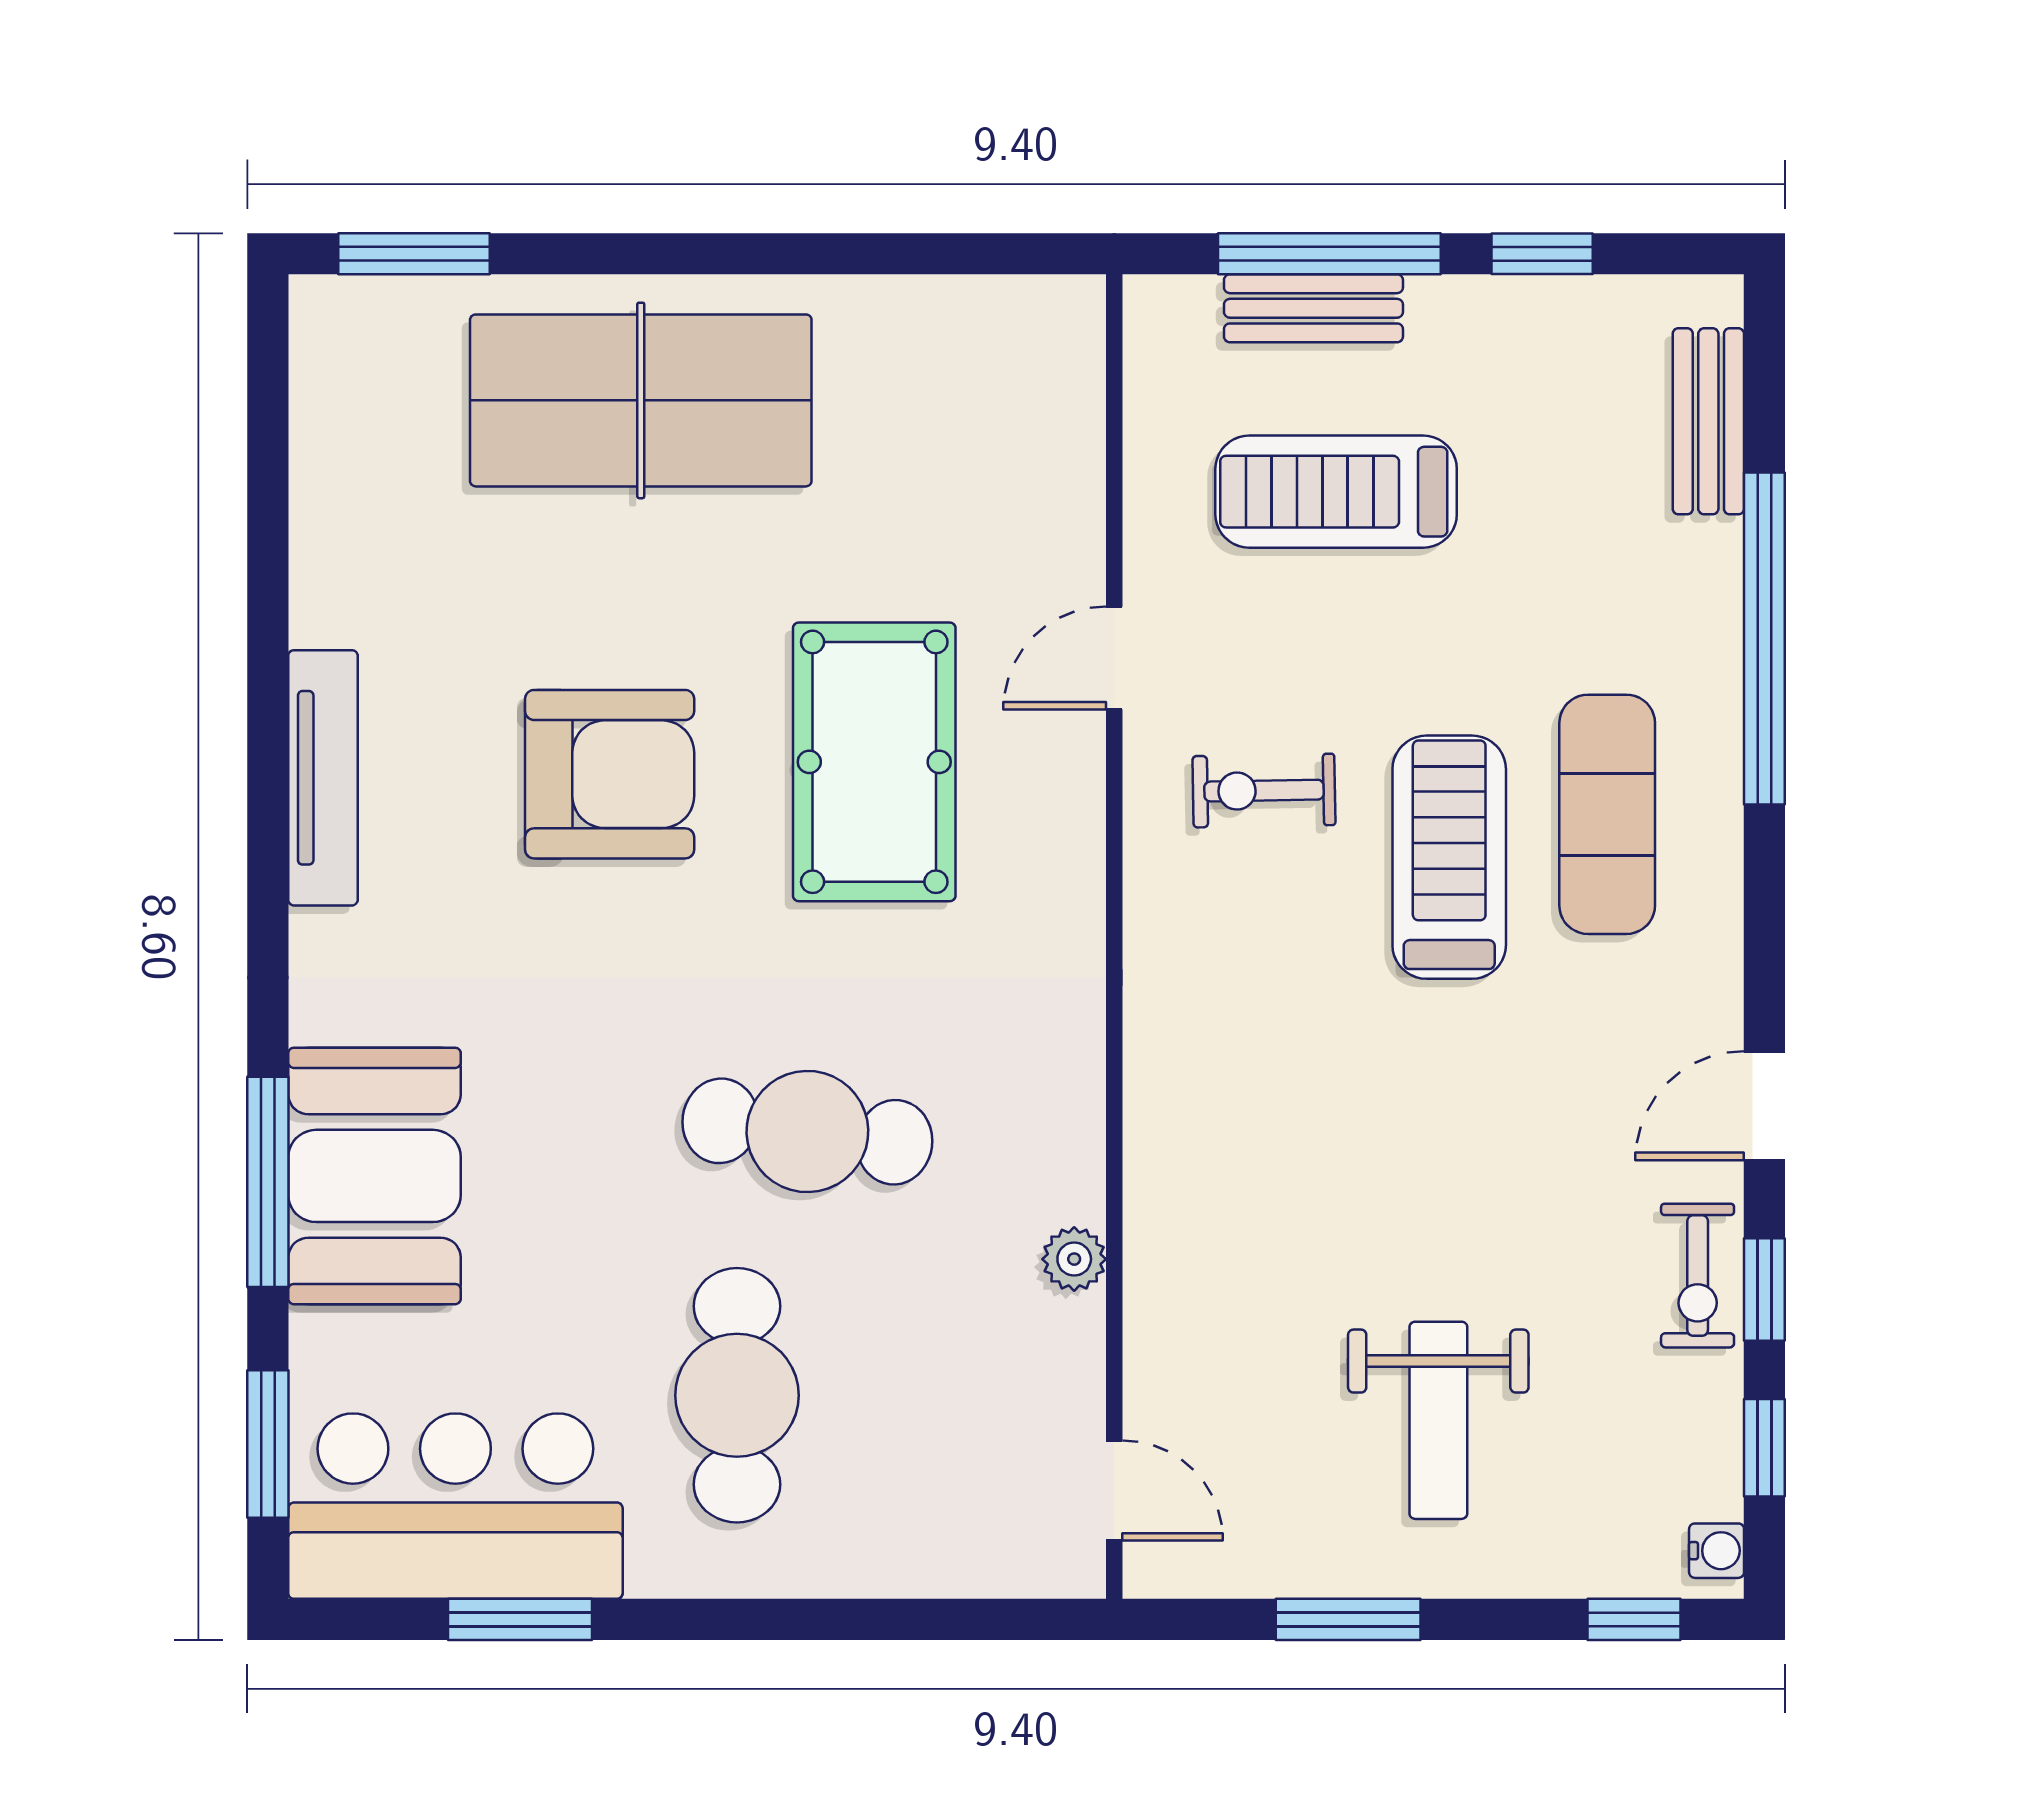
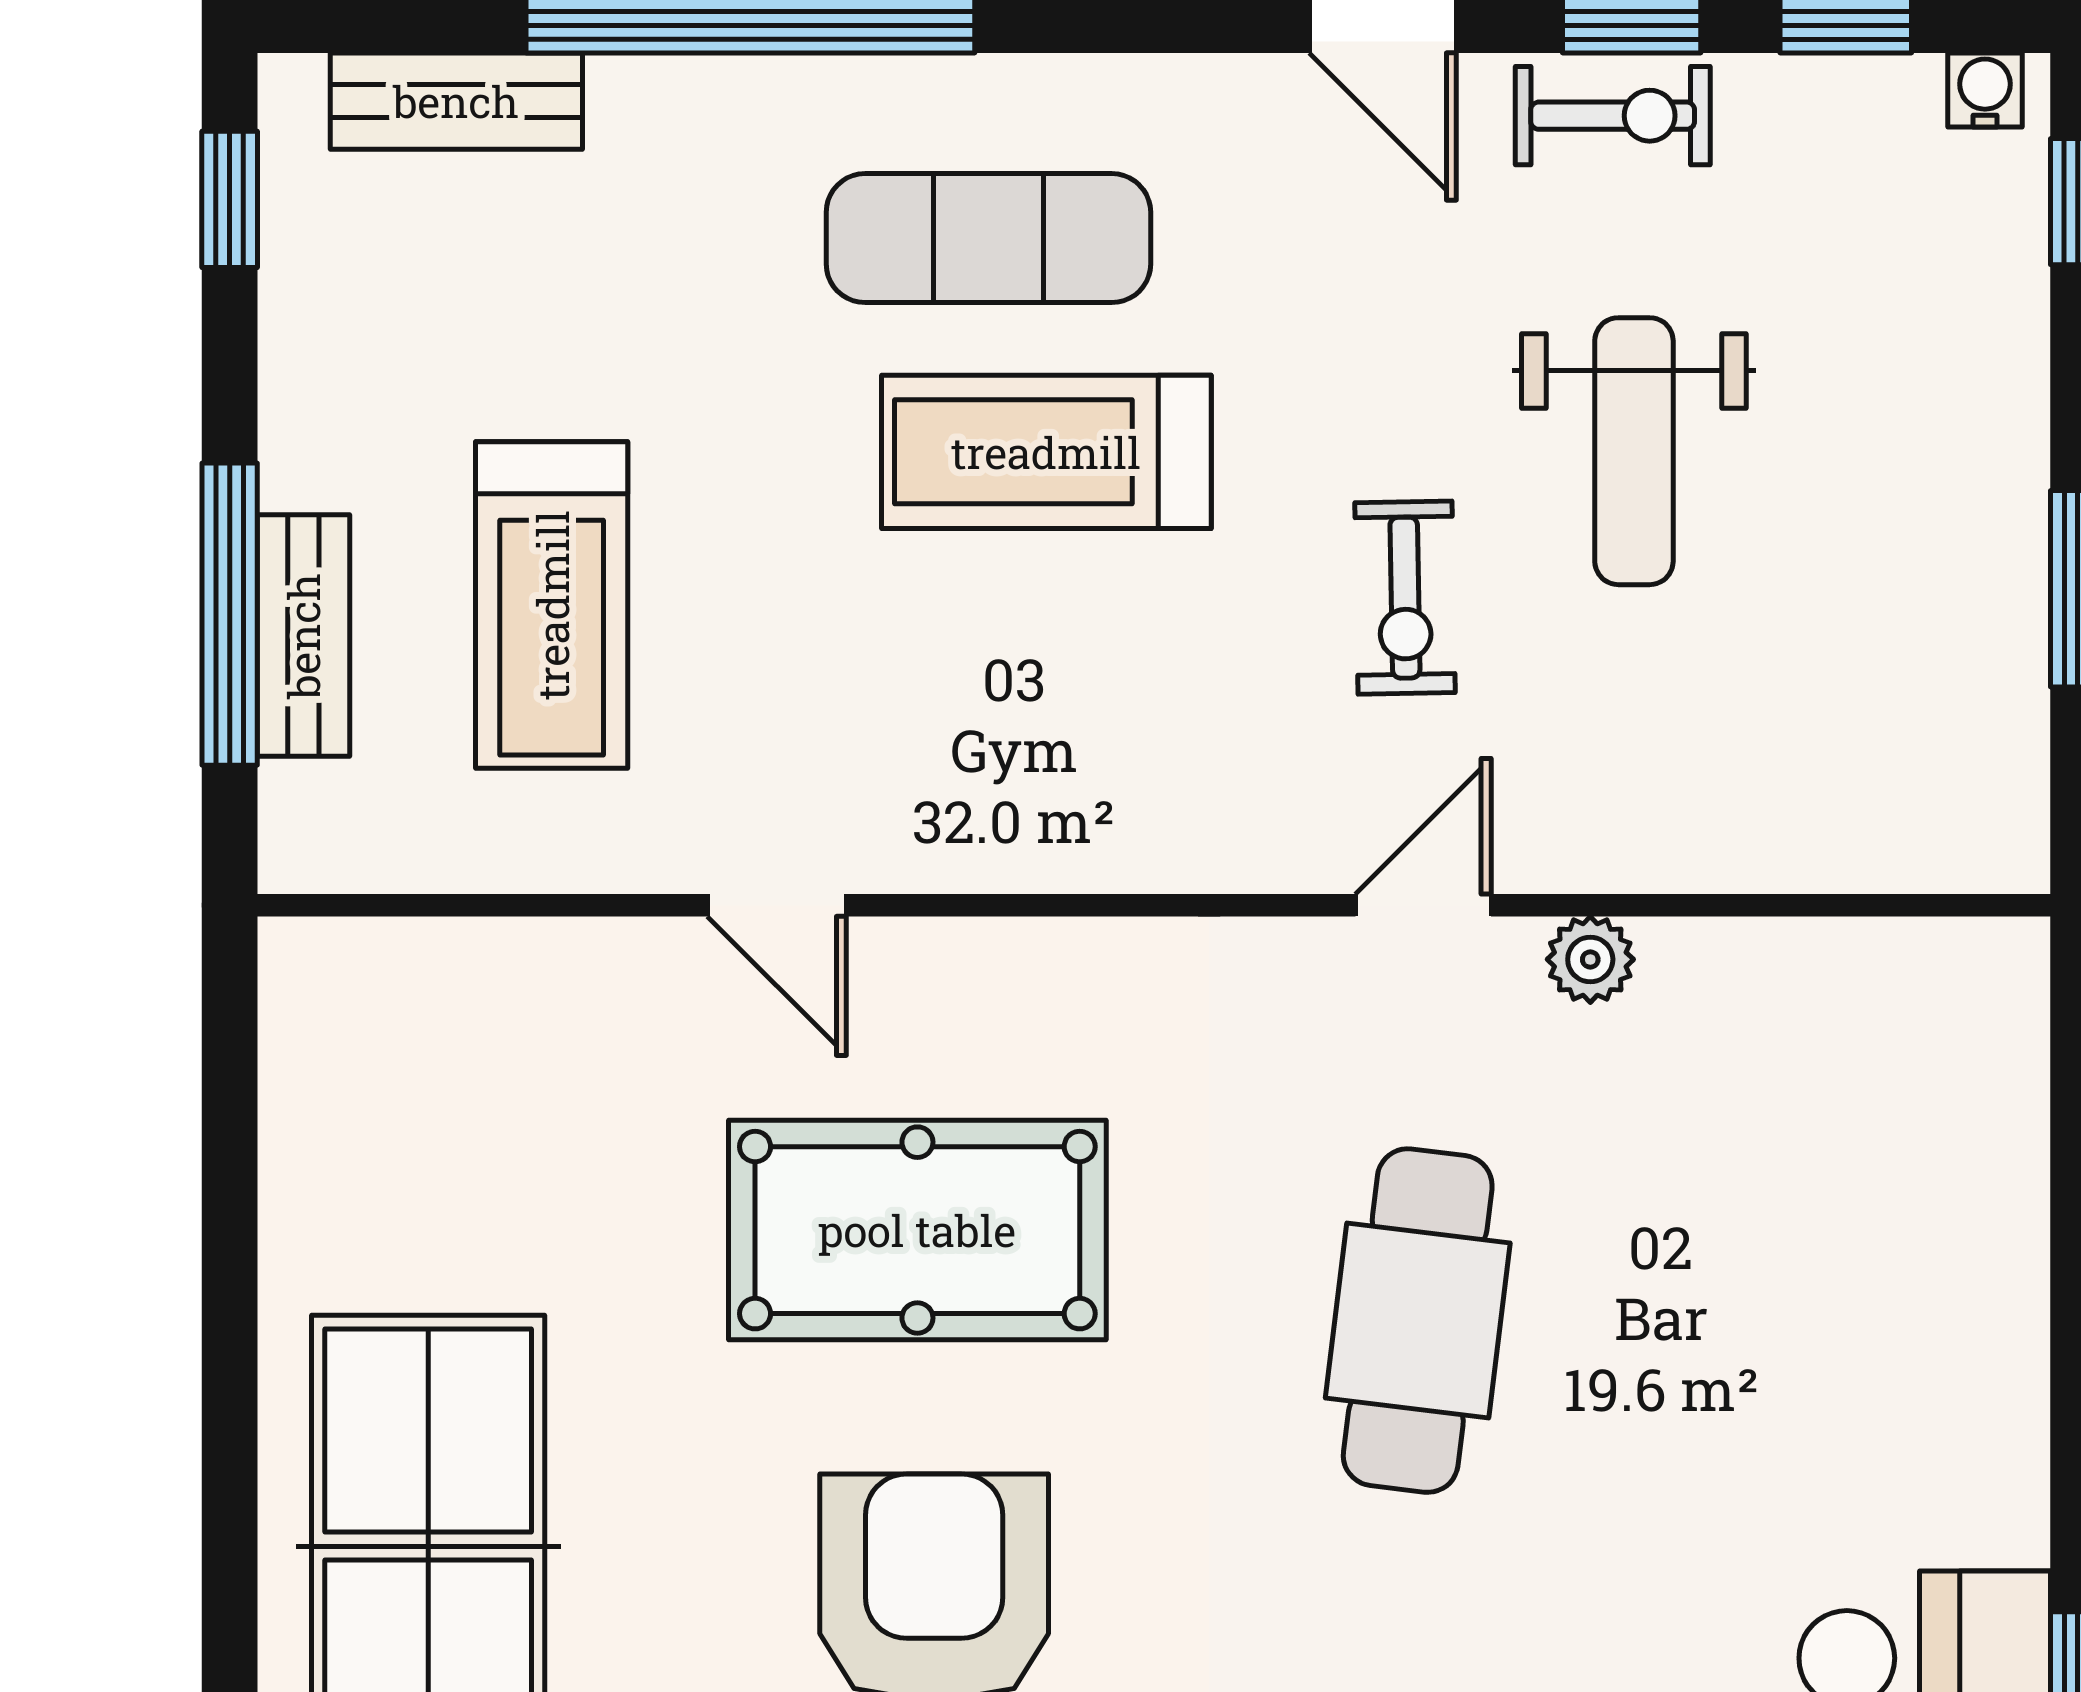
window: (1542, 254) -> (230, 199), moved
exercise bike: (1264, 791) -> (1405, 598), moved
cafe table: (737, 1395) -> (1775, 1416), removed
weight bench: (1438, 1420) -> (1634, 451), moved, turned 90
door: (1114, 1490) -> (1423, 905), moved

